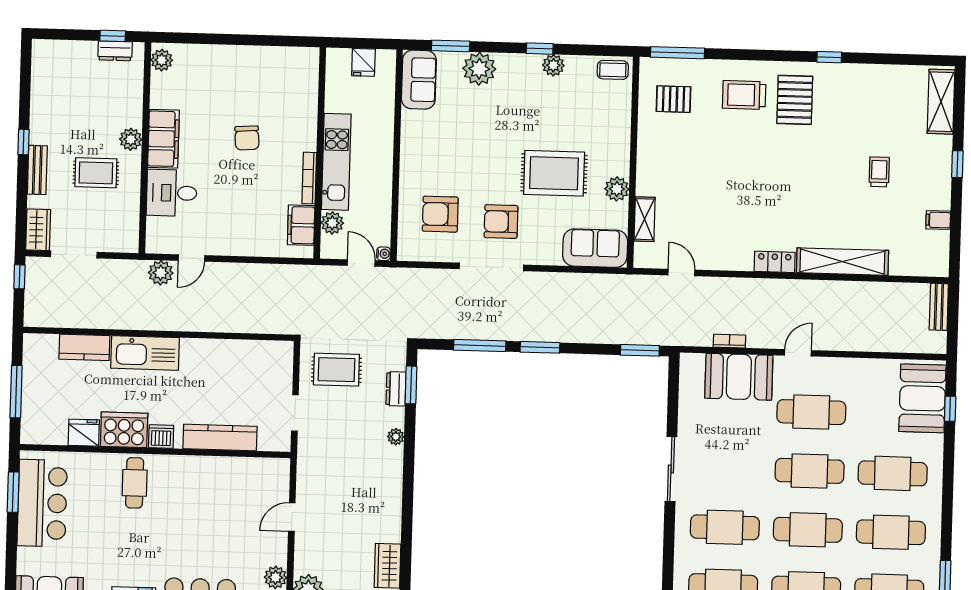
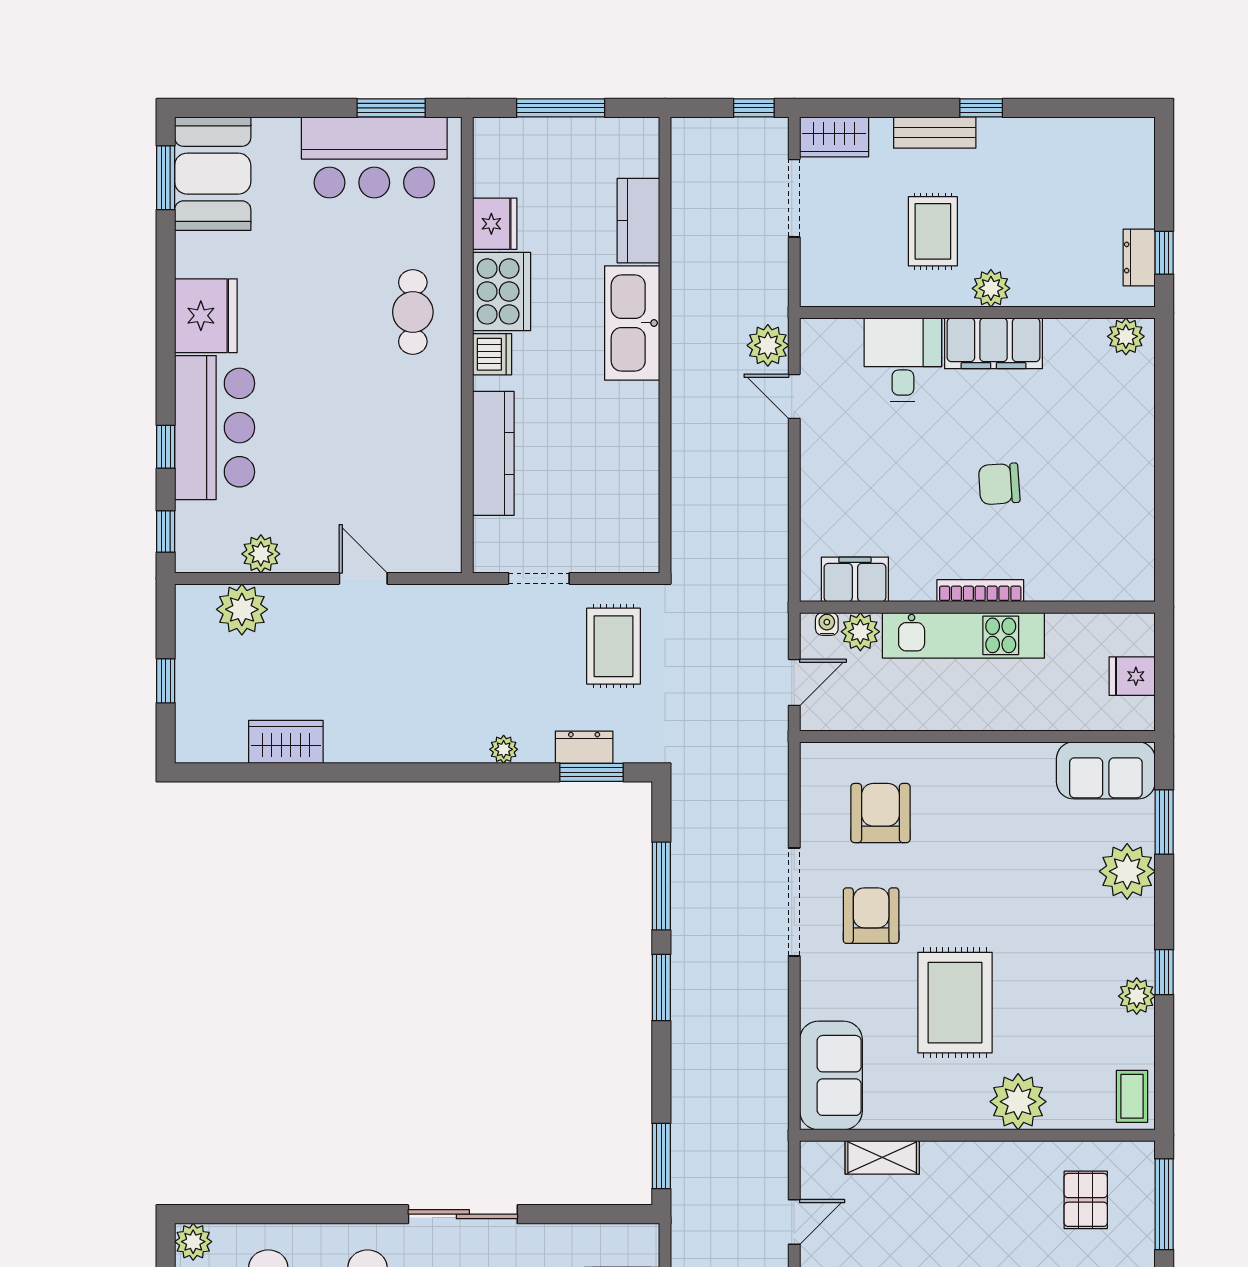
bookcase: (309, 178) -> (980, 591), moved
plant: (617, 189) -> (1018, 1102), moved, width x1.36, depth x1.36
water cooler: (384, 254) -> (827, 624), moved, turned 180
cafe table: (135, 483) -> (413, 312), turned 90

